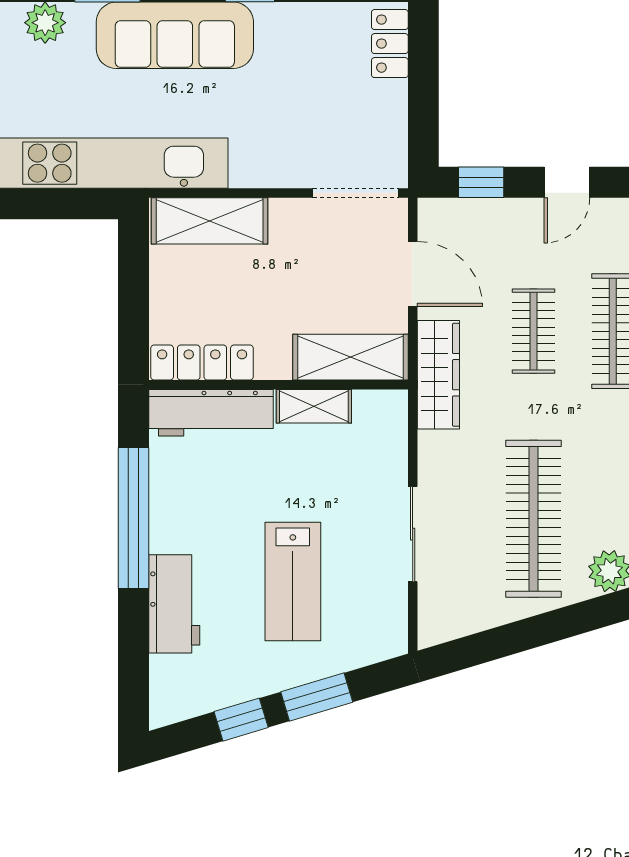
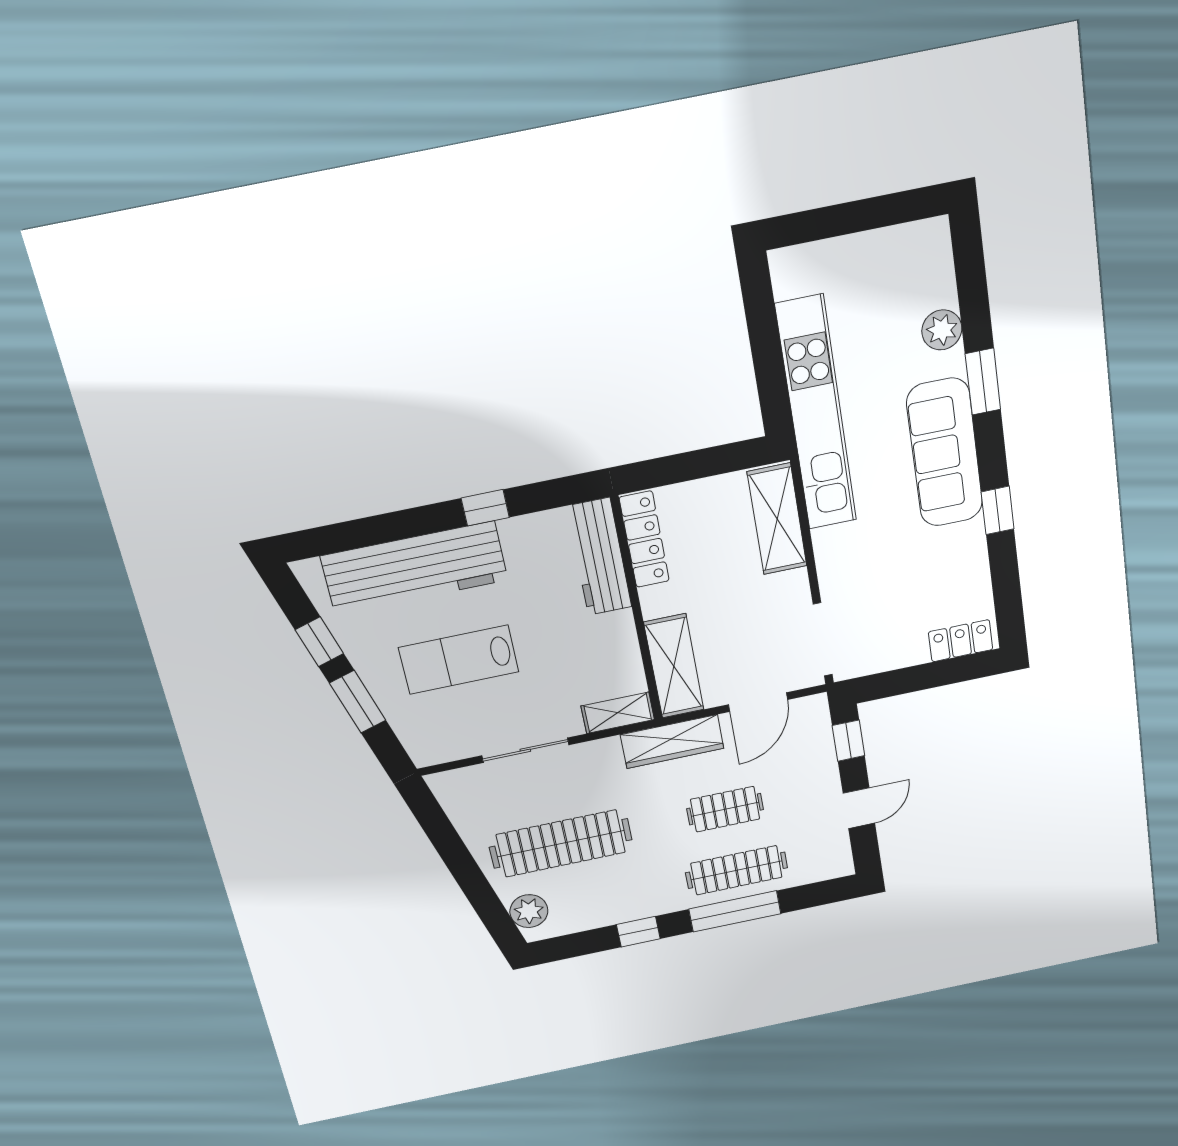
door: (567, 182) -> (859, 808), swing flipped
shelving: (314, 406) -> (618, 713), moved, turned 90
window: (133, 518) -> (485, 508), width x0.32
workbench: (174, 604) -> (414, 568), width x1.88, depth x1.32

